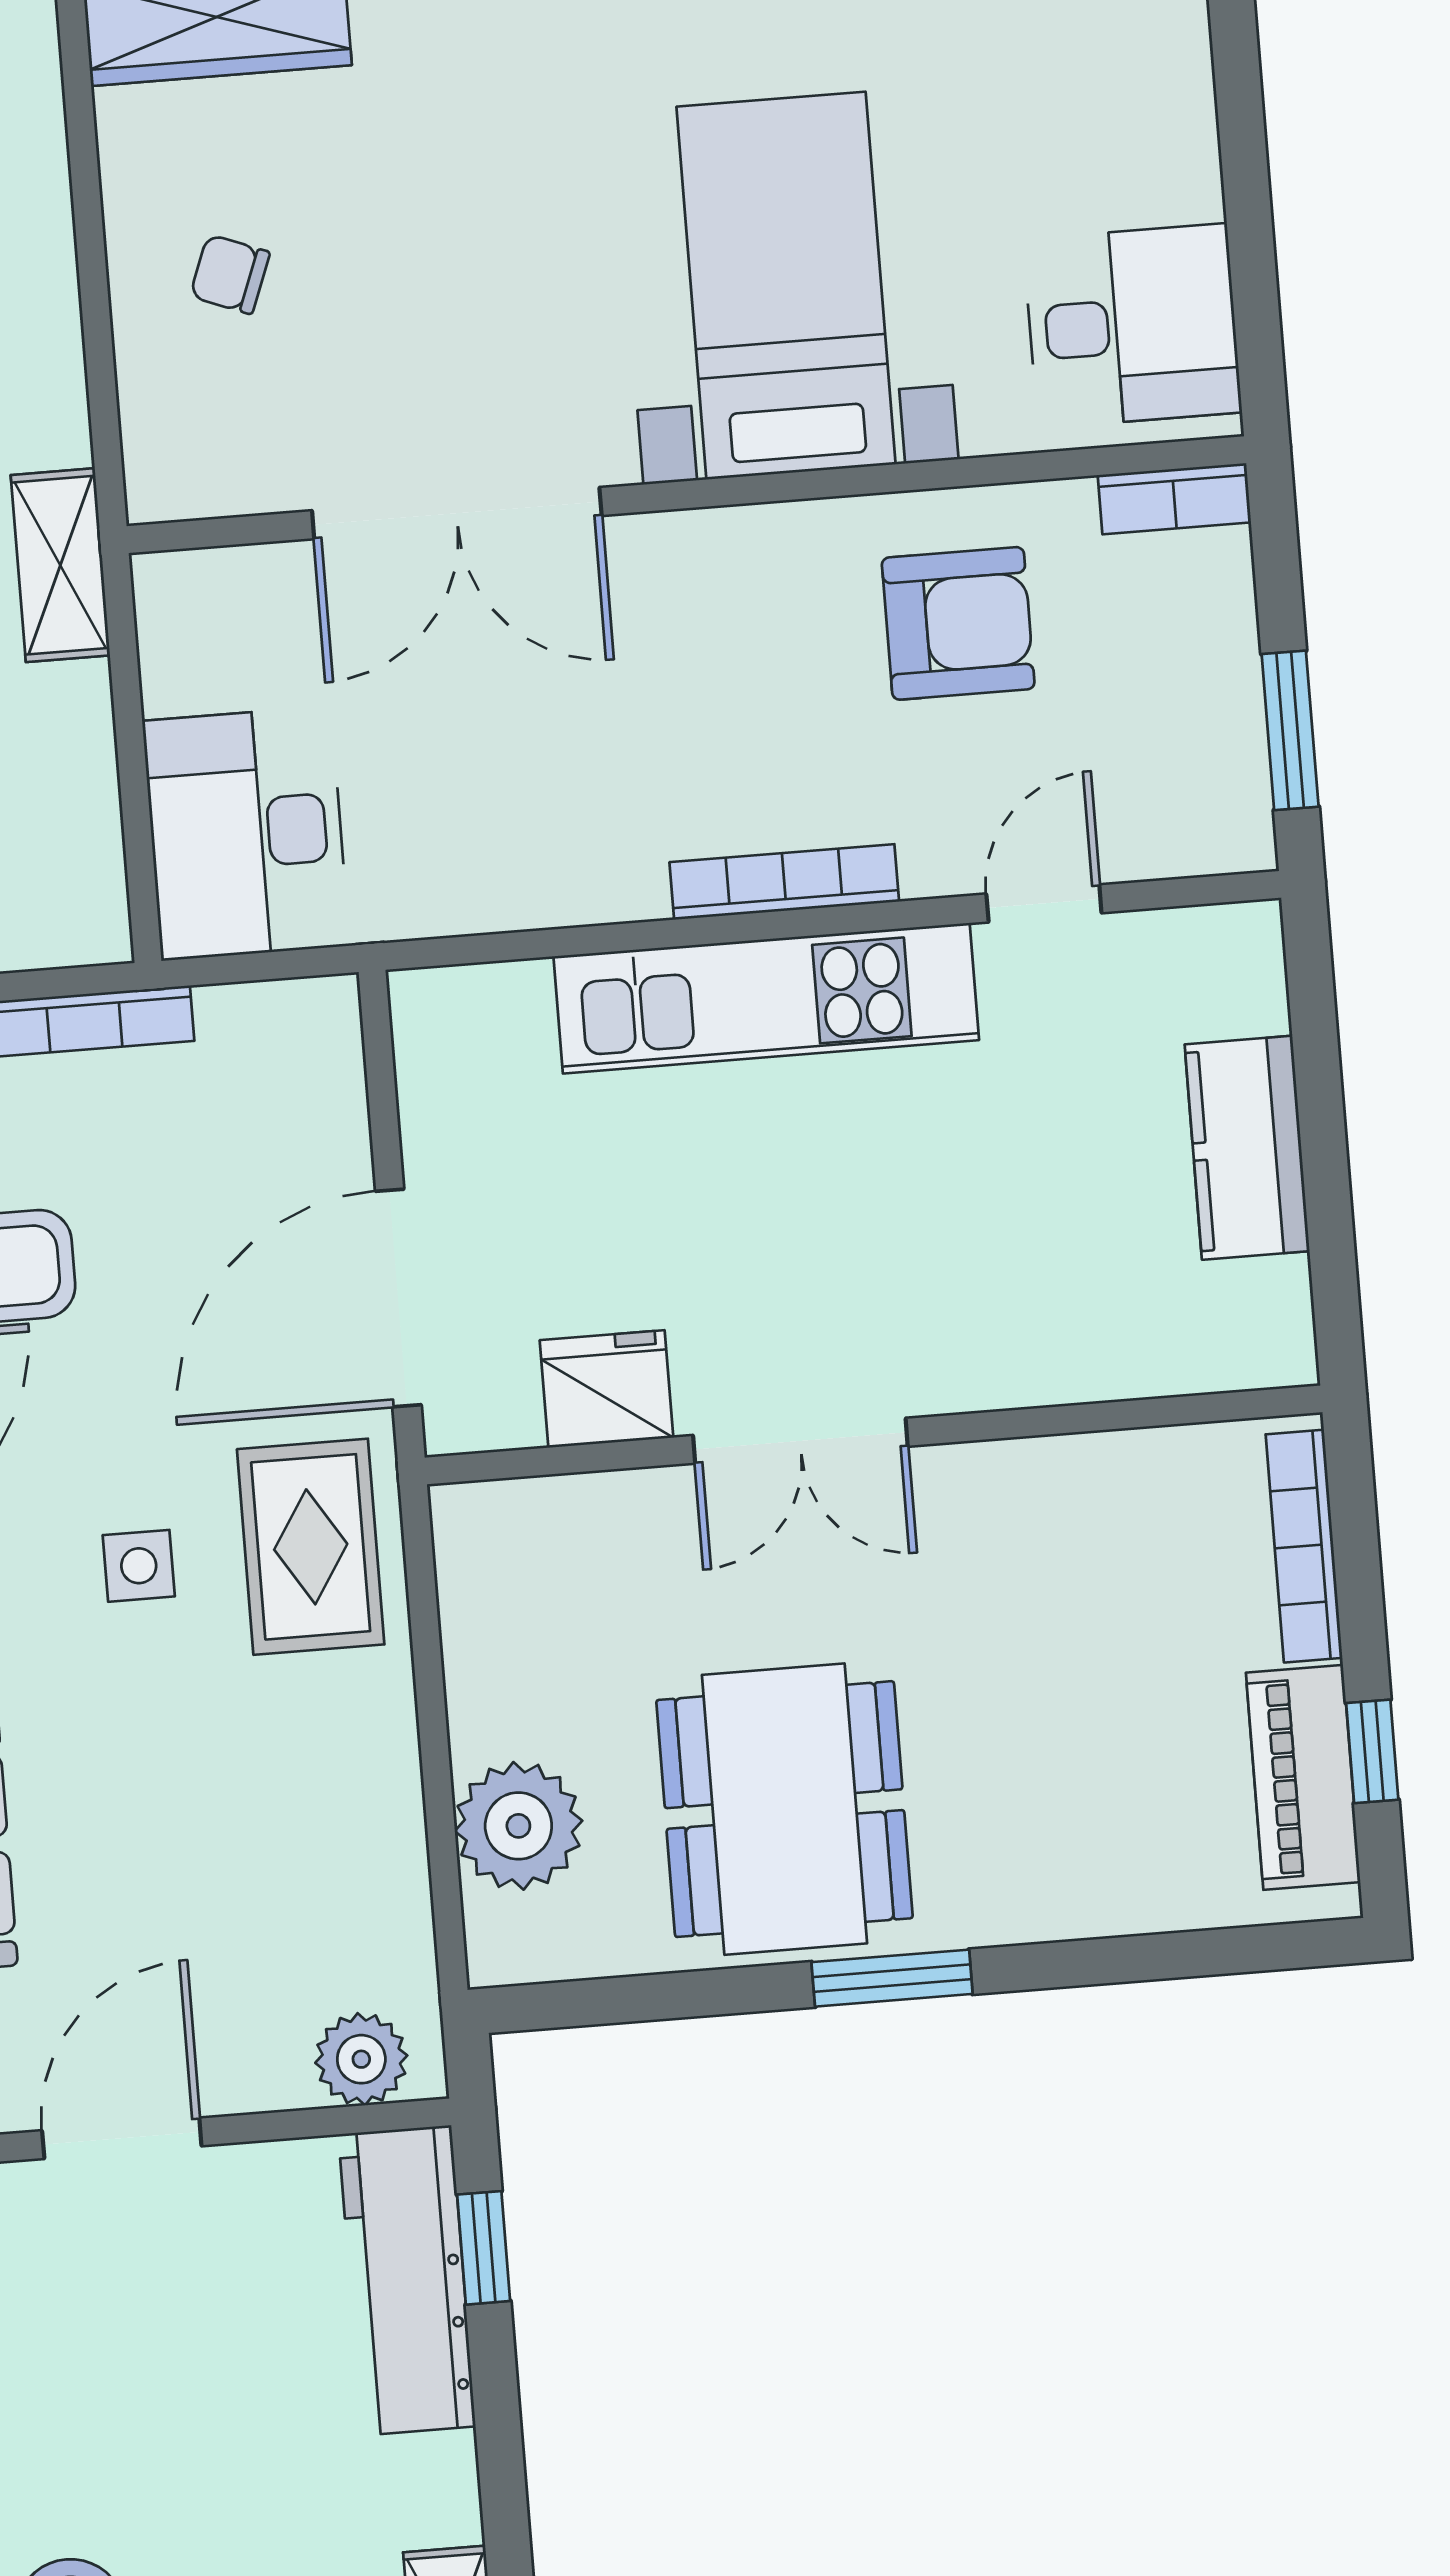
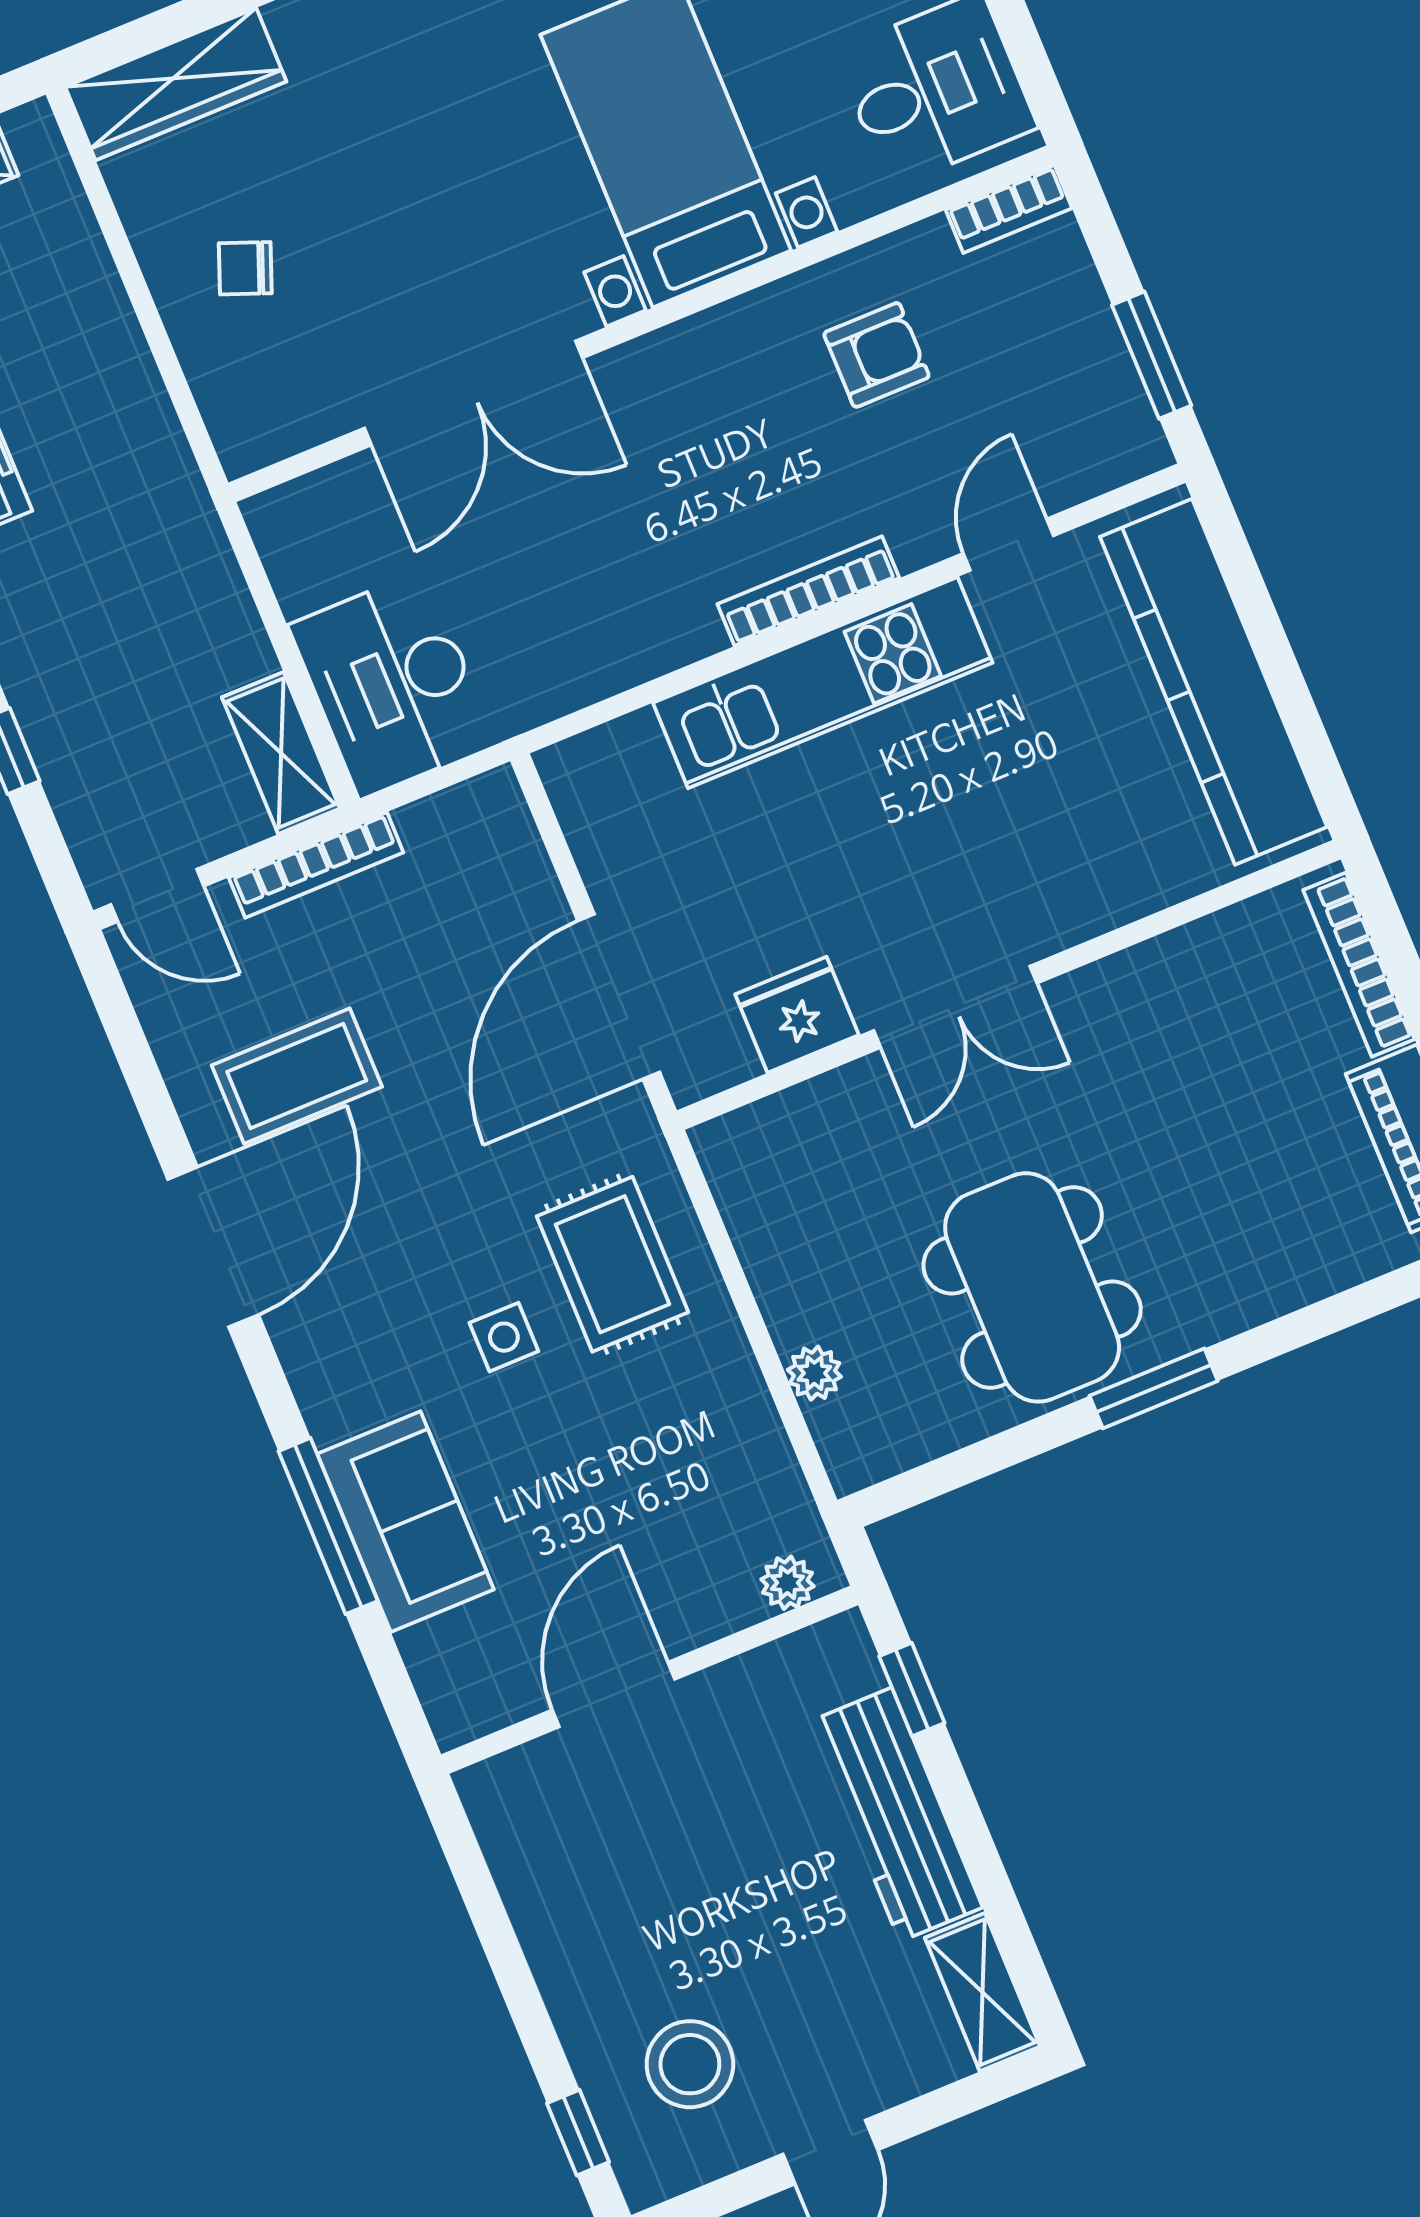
shelving: (60, 565) -> (281, 753), moved
armchair: (958, 623) -> (877, 355), width x0.72, depth x0.72
kitchen counter: (1247, 1148) -> (1214, 682), width x2.08, depth x1.17
rug: (311, 1547) -> (612, 1264), moved
side table: (139, 1566) -> (504, 1337), moved
plant: (518, 1826) -> (814, 1373), width x0.53, depth x0.53
plant: (361, 2059) -> (787, 1583), width x0.73, depth x0.73
workbench: (407, 2280) -> (896, 1815), moved

